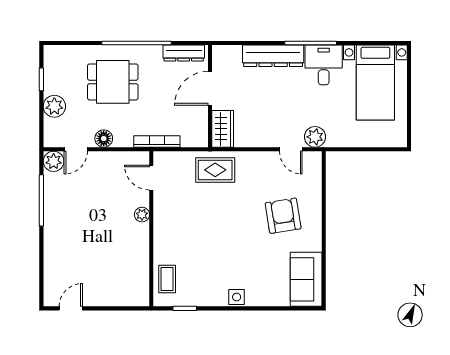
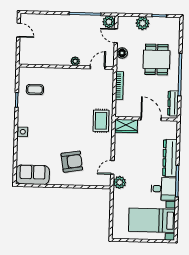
door: (151, 178) -> (98, 68), moved
plant: (142, 215) -> (75, 61), moved
wall: (151, 229) -> (66, 67), moved

